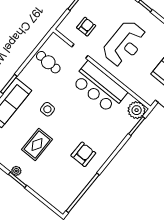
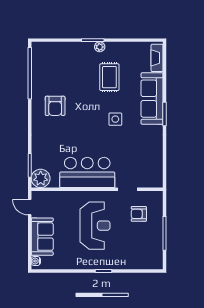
armchair: (86, 27) -> (139, 214), turned 90
reception desk: (125, 44) -> (95, 226), turned 180
cafe table: (48, 62) -> (146, 159), removed
rug: (37, 144) -> (109, 77), moved

